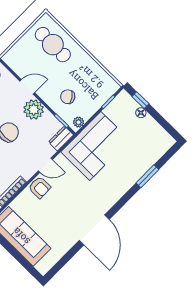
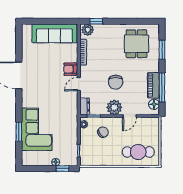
corner sofa: (95, 146) -> (37, 129), moved, turned 180

